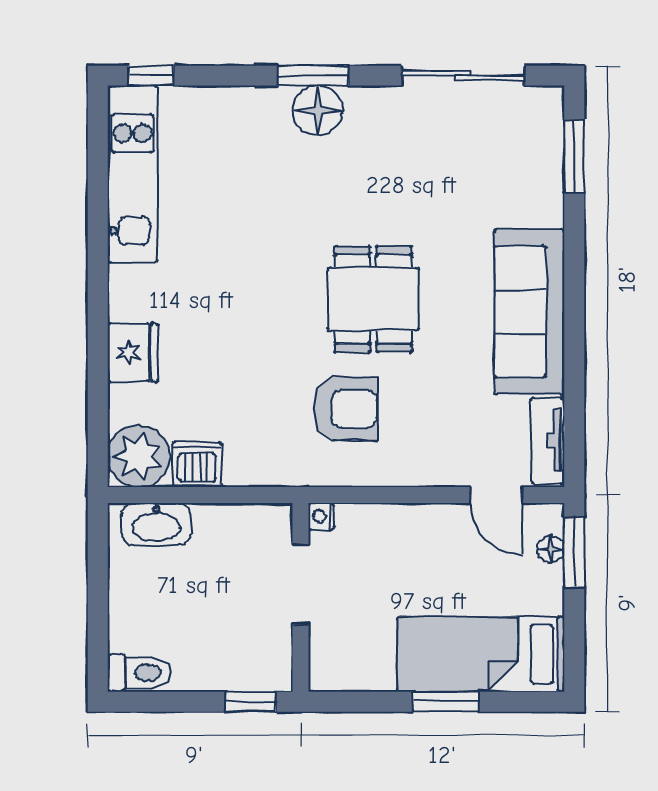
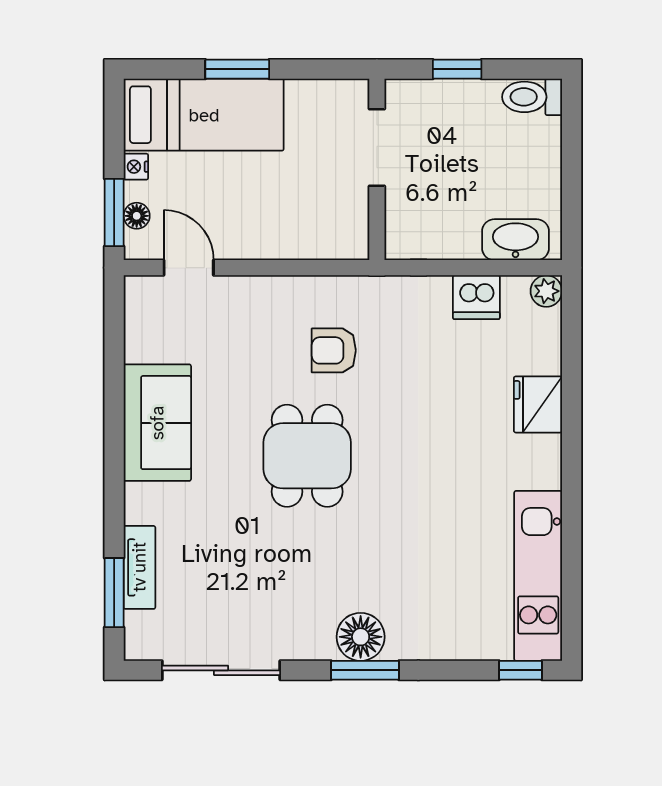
sofa: (529, 312) -> (157, 423), width x0.73
armchair: (345, 409) -> (334, 350), width x0.72, depth x0.72
tv unit: (548, 441) -> (139, 567), moved
plant: (138, 456) -> (546, 291), width x0.53, depth x0.53
nightstand: (321, 516) -> (136, 167), moved, turned 180
doorway: (301, 584) -> (377, 148), moved
window: (251, 702) -> (457, 69), moved

